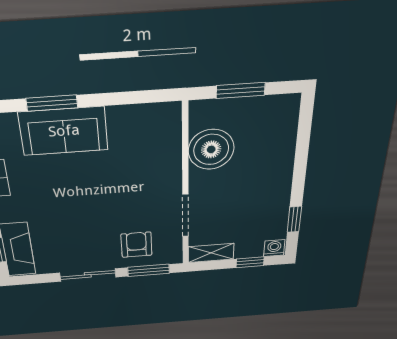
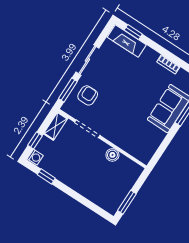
window: (241, 90) -> (127, 202), moved
boiler: (211, 149) -> (112, 155), width x0.54, depth x0.54
armchair: (136, 245) -> (88, 95), turned -90

